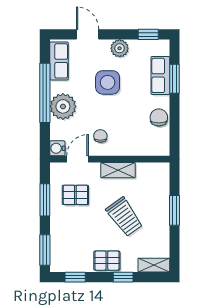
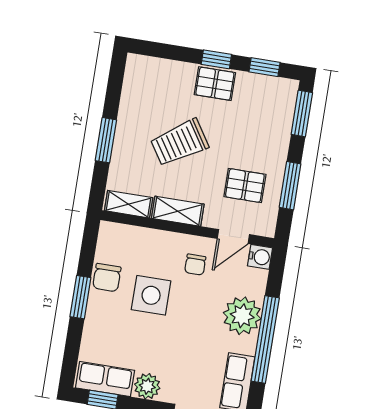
row of seats: (160, 75) -> (105, 379), moved, turned -90
window: (175, 79) -> (80, 297), moved
side table: (108, 82) -> (151, 295), moved
trolley: (124, 217) -> (179, 143), turned -87
shelving: (154, 265) -> (129, 204), moved
window: (123, 277) -> (216, 59), moved

